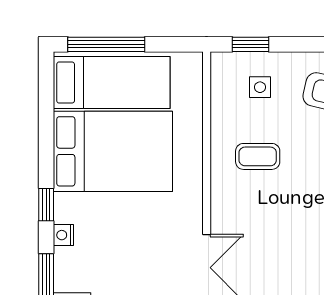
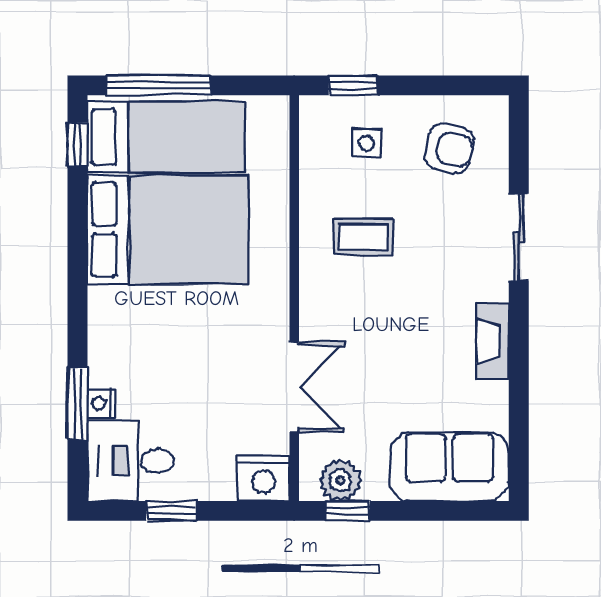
window: (46, 205) -> (78, 145), moved
nightstand: (63, 235) -> (101, 403), moved

